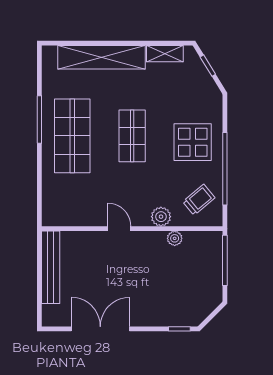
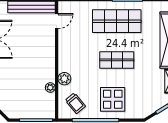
door: (119, 229) -> (57, 21), moved

